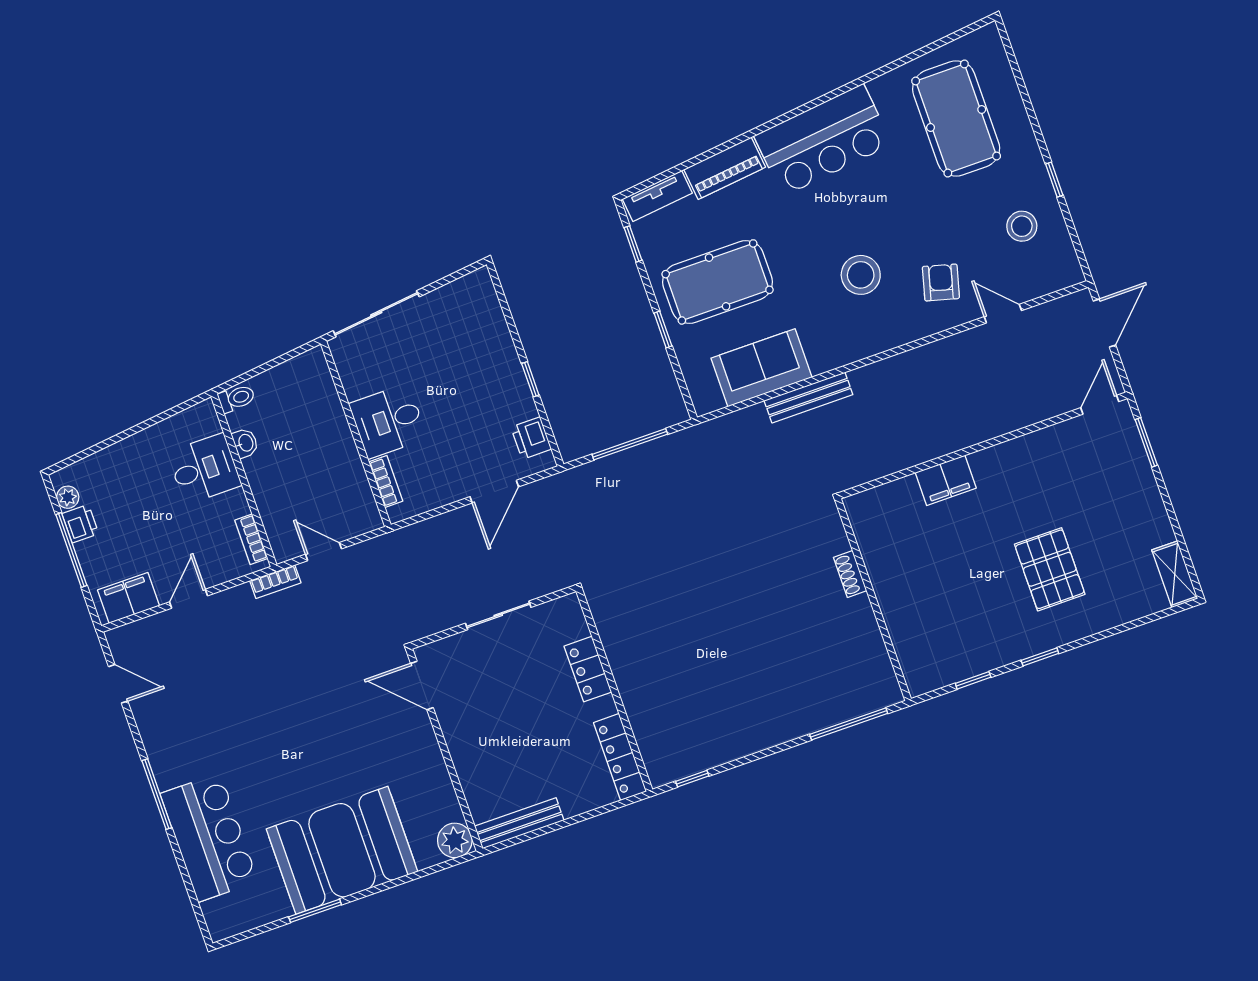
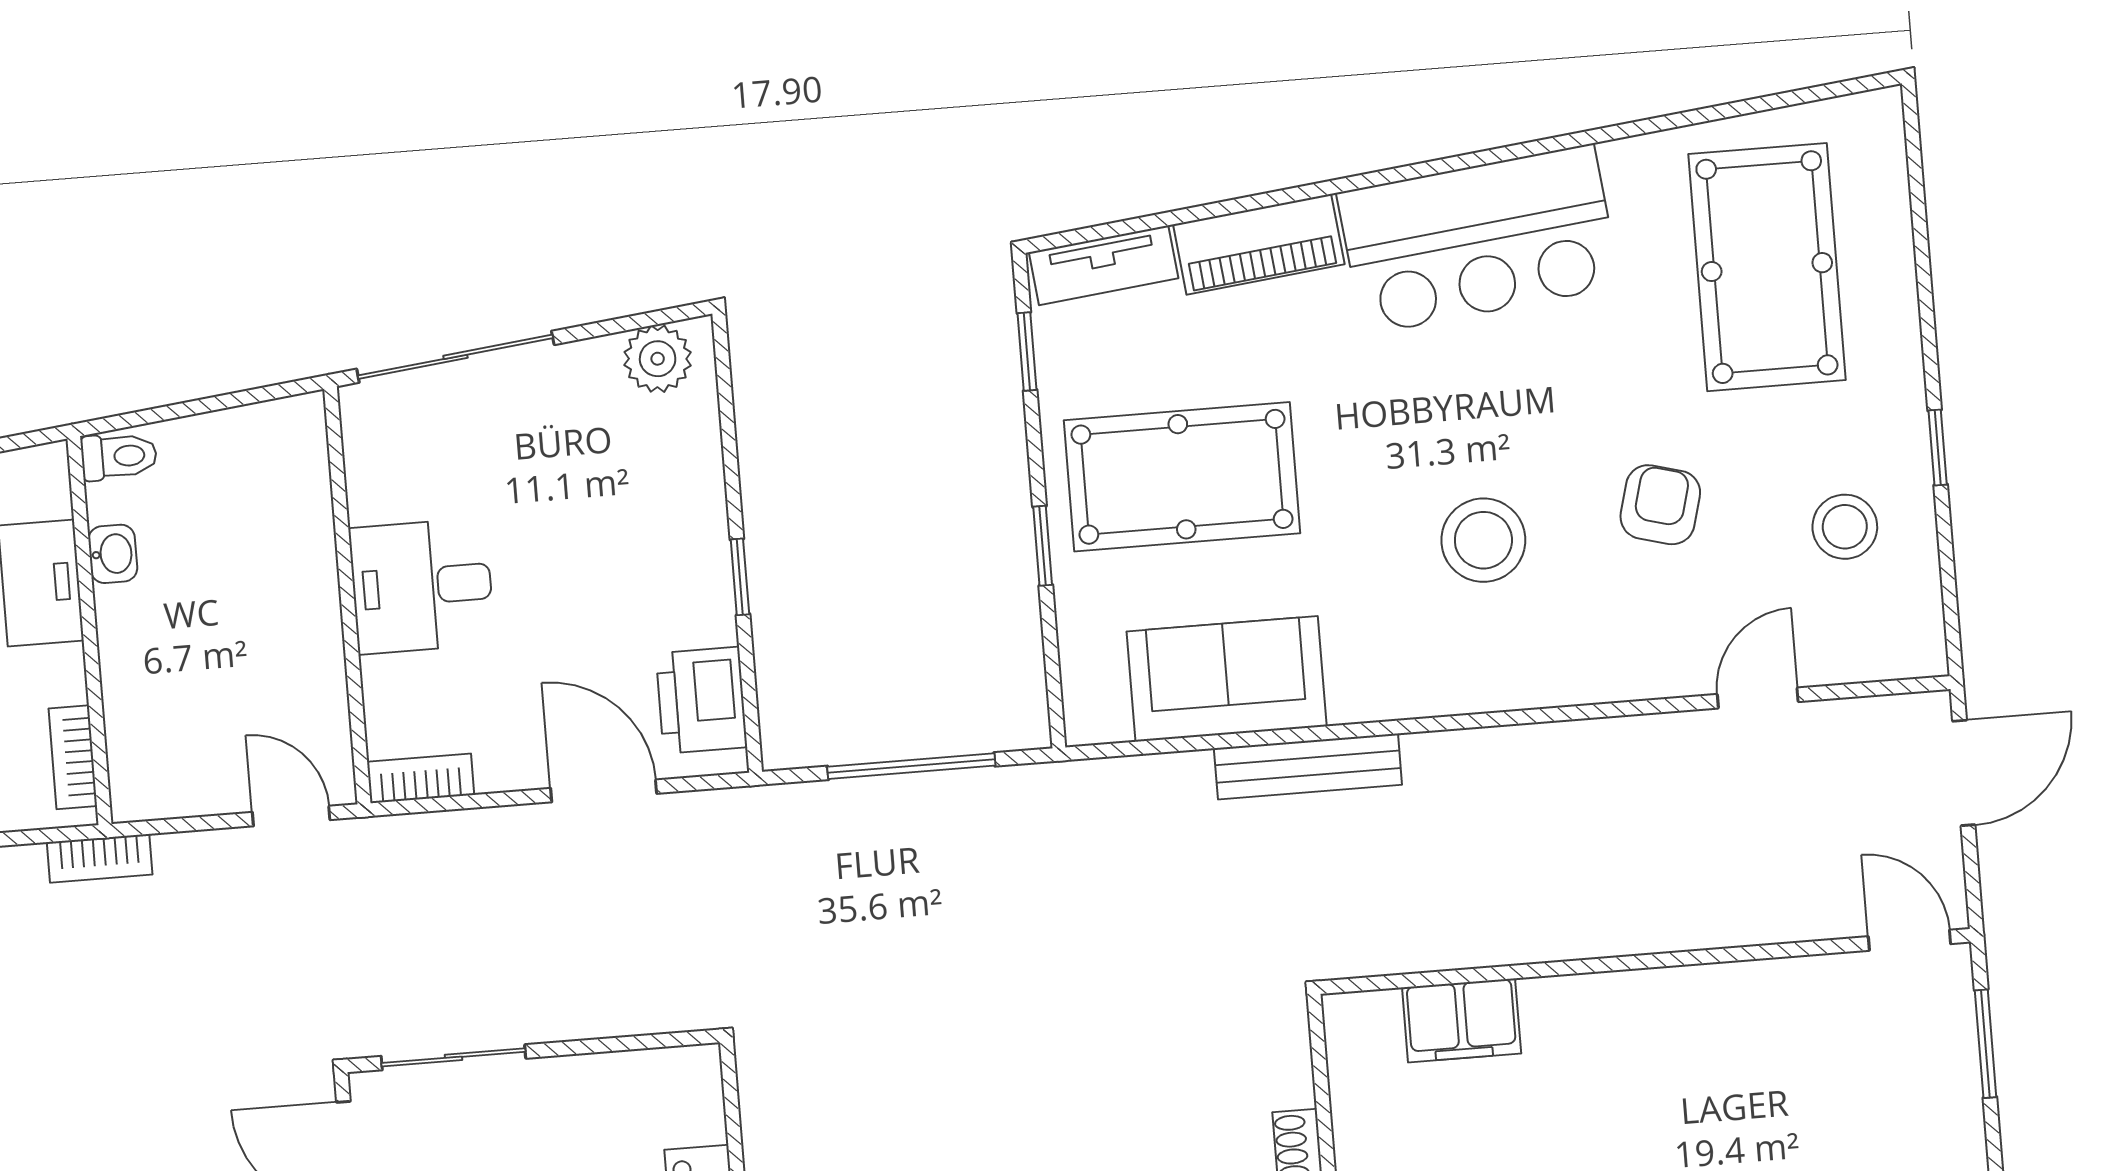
armchair: (941, 282) -> (1660, 505), moved
plant: (467, 291) -> (658, 359), added
door: (1003, 314) -> (1758, 698), hinge flipped
door: (1100, 405) -> (1909, 940), hinge flipped
printer: (531, 438) -> (702, 700), width x1.36, depth x1.24
filing cabinet: (946, 480) -> (1462, 1020), moved
bookcase: (386, 481) -> (421, 778), moved, turned -90
door: (494, 492) -> (604, 791), swing flipped
door: (323, 552) -> (291, 816), moved
sliding door: (498, 615) -> (453, 1057), moved

